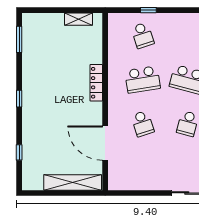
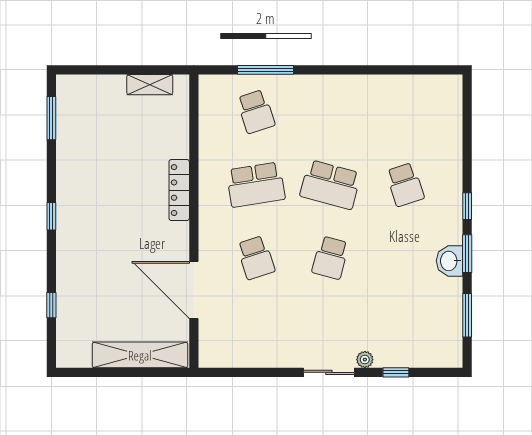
window: (148, 10) -> (266, 70), width x2.17

